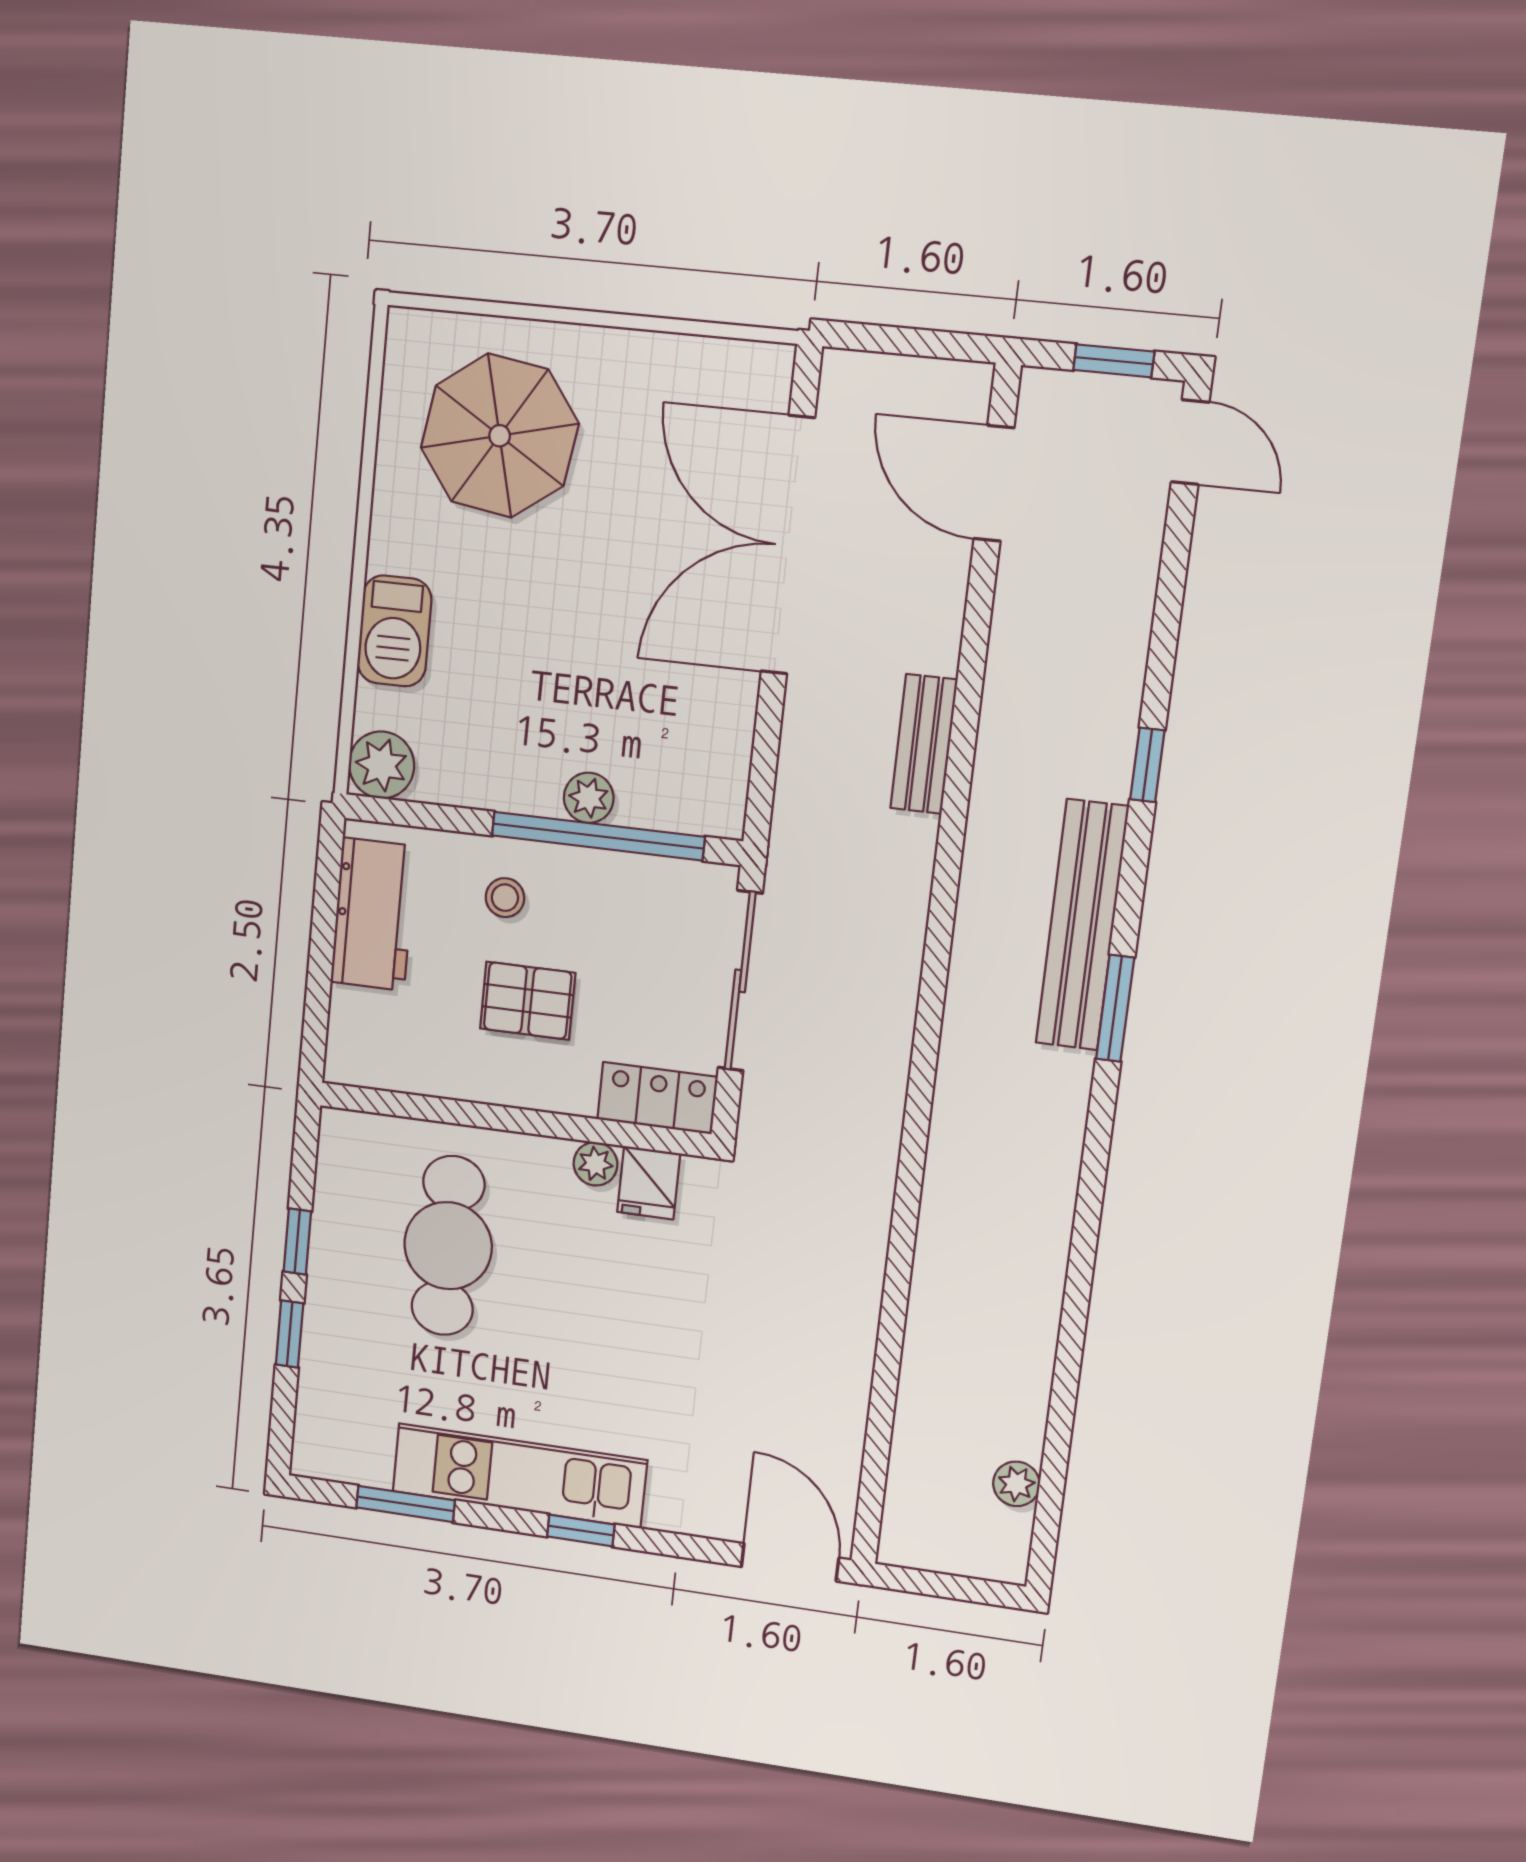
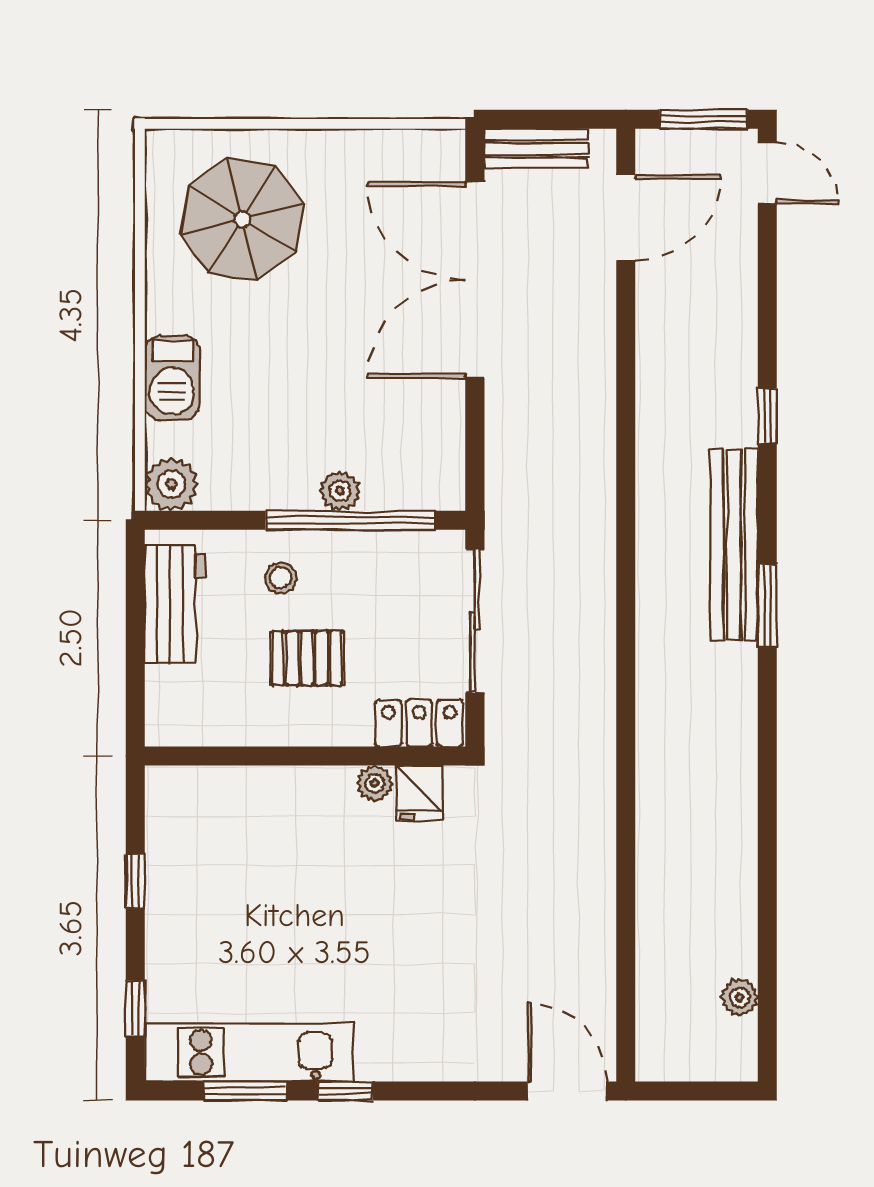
window: (1114, 361) -> (704, 119), width x1.50
door: (994, 483) -> (626, 218), swing flipped
bench: (924, 744) -> (536, 149), moved, turned 90
cafe table: (448, 1246) -> (261, 867), removed
window: (290, 1334) -> (135, 1009), moved
kitchen unit: (519, 1476) -> (249, 1052), moved
window: (581, 1531) -> (345, 1091), moved

